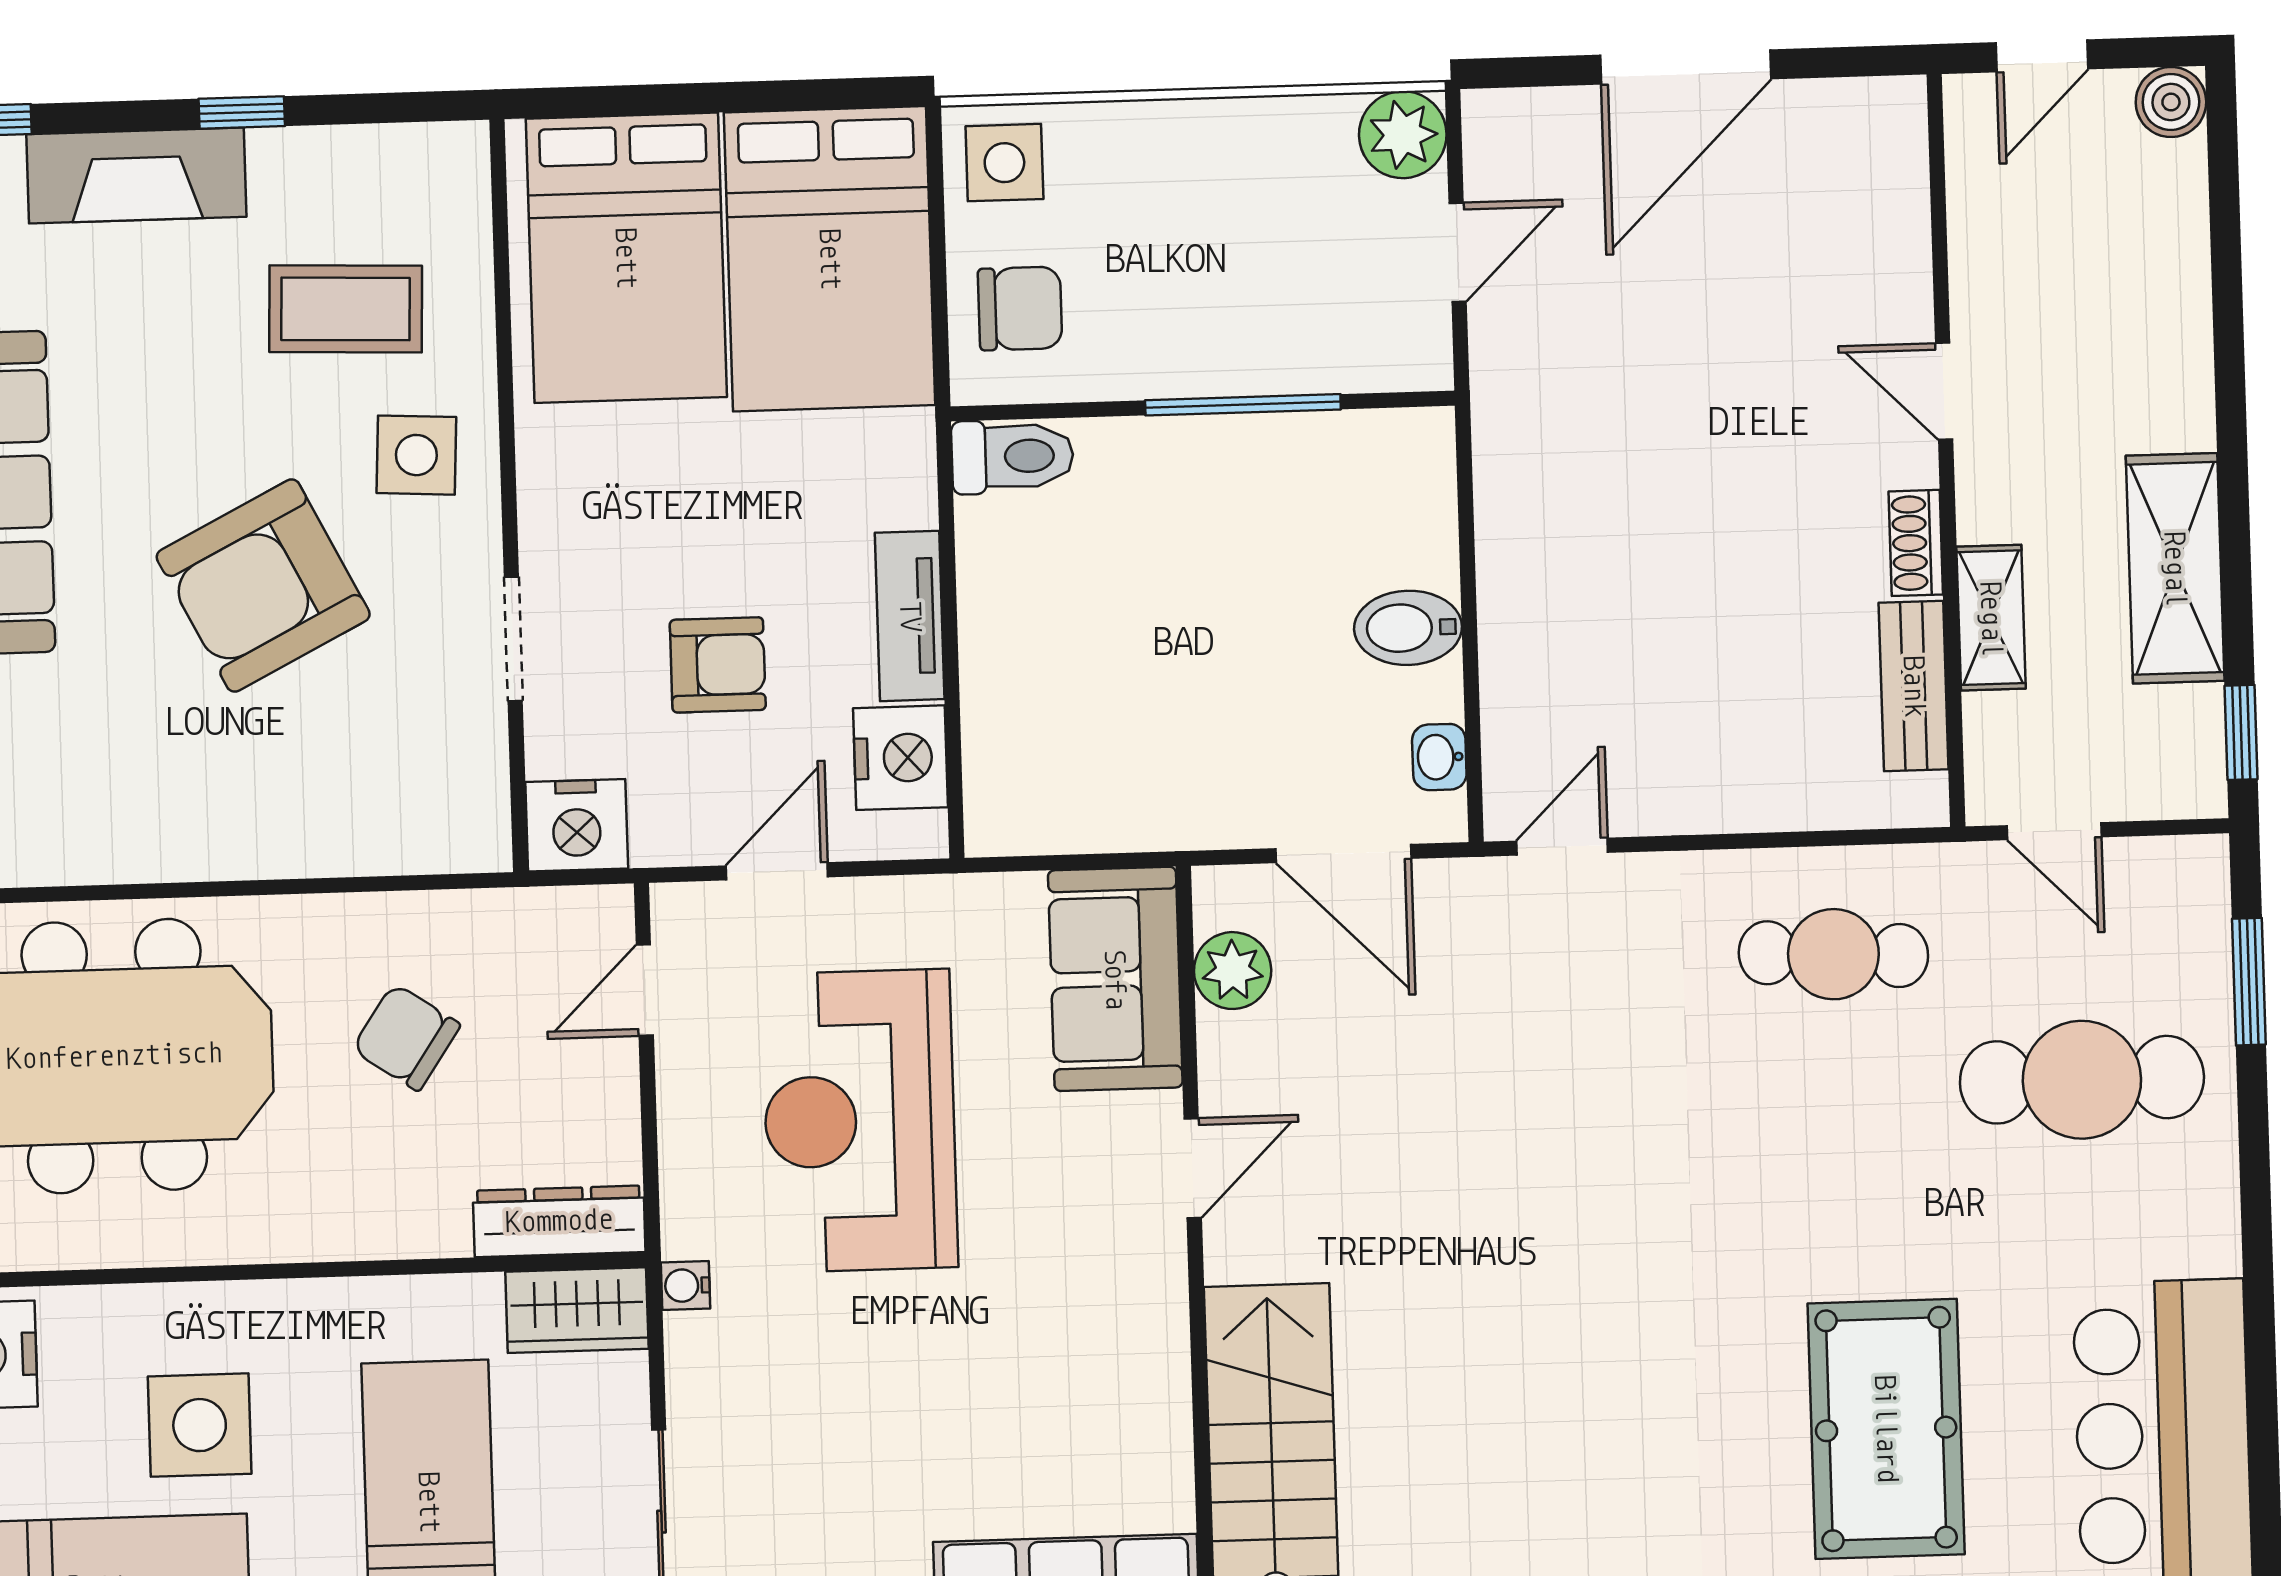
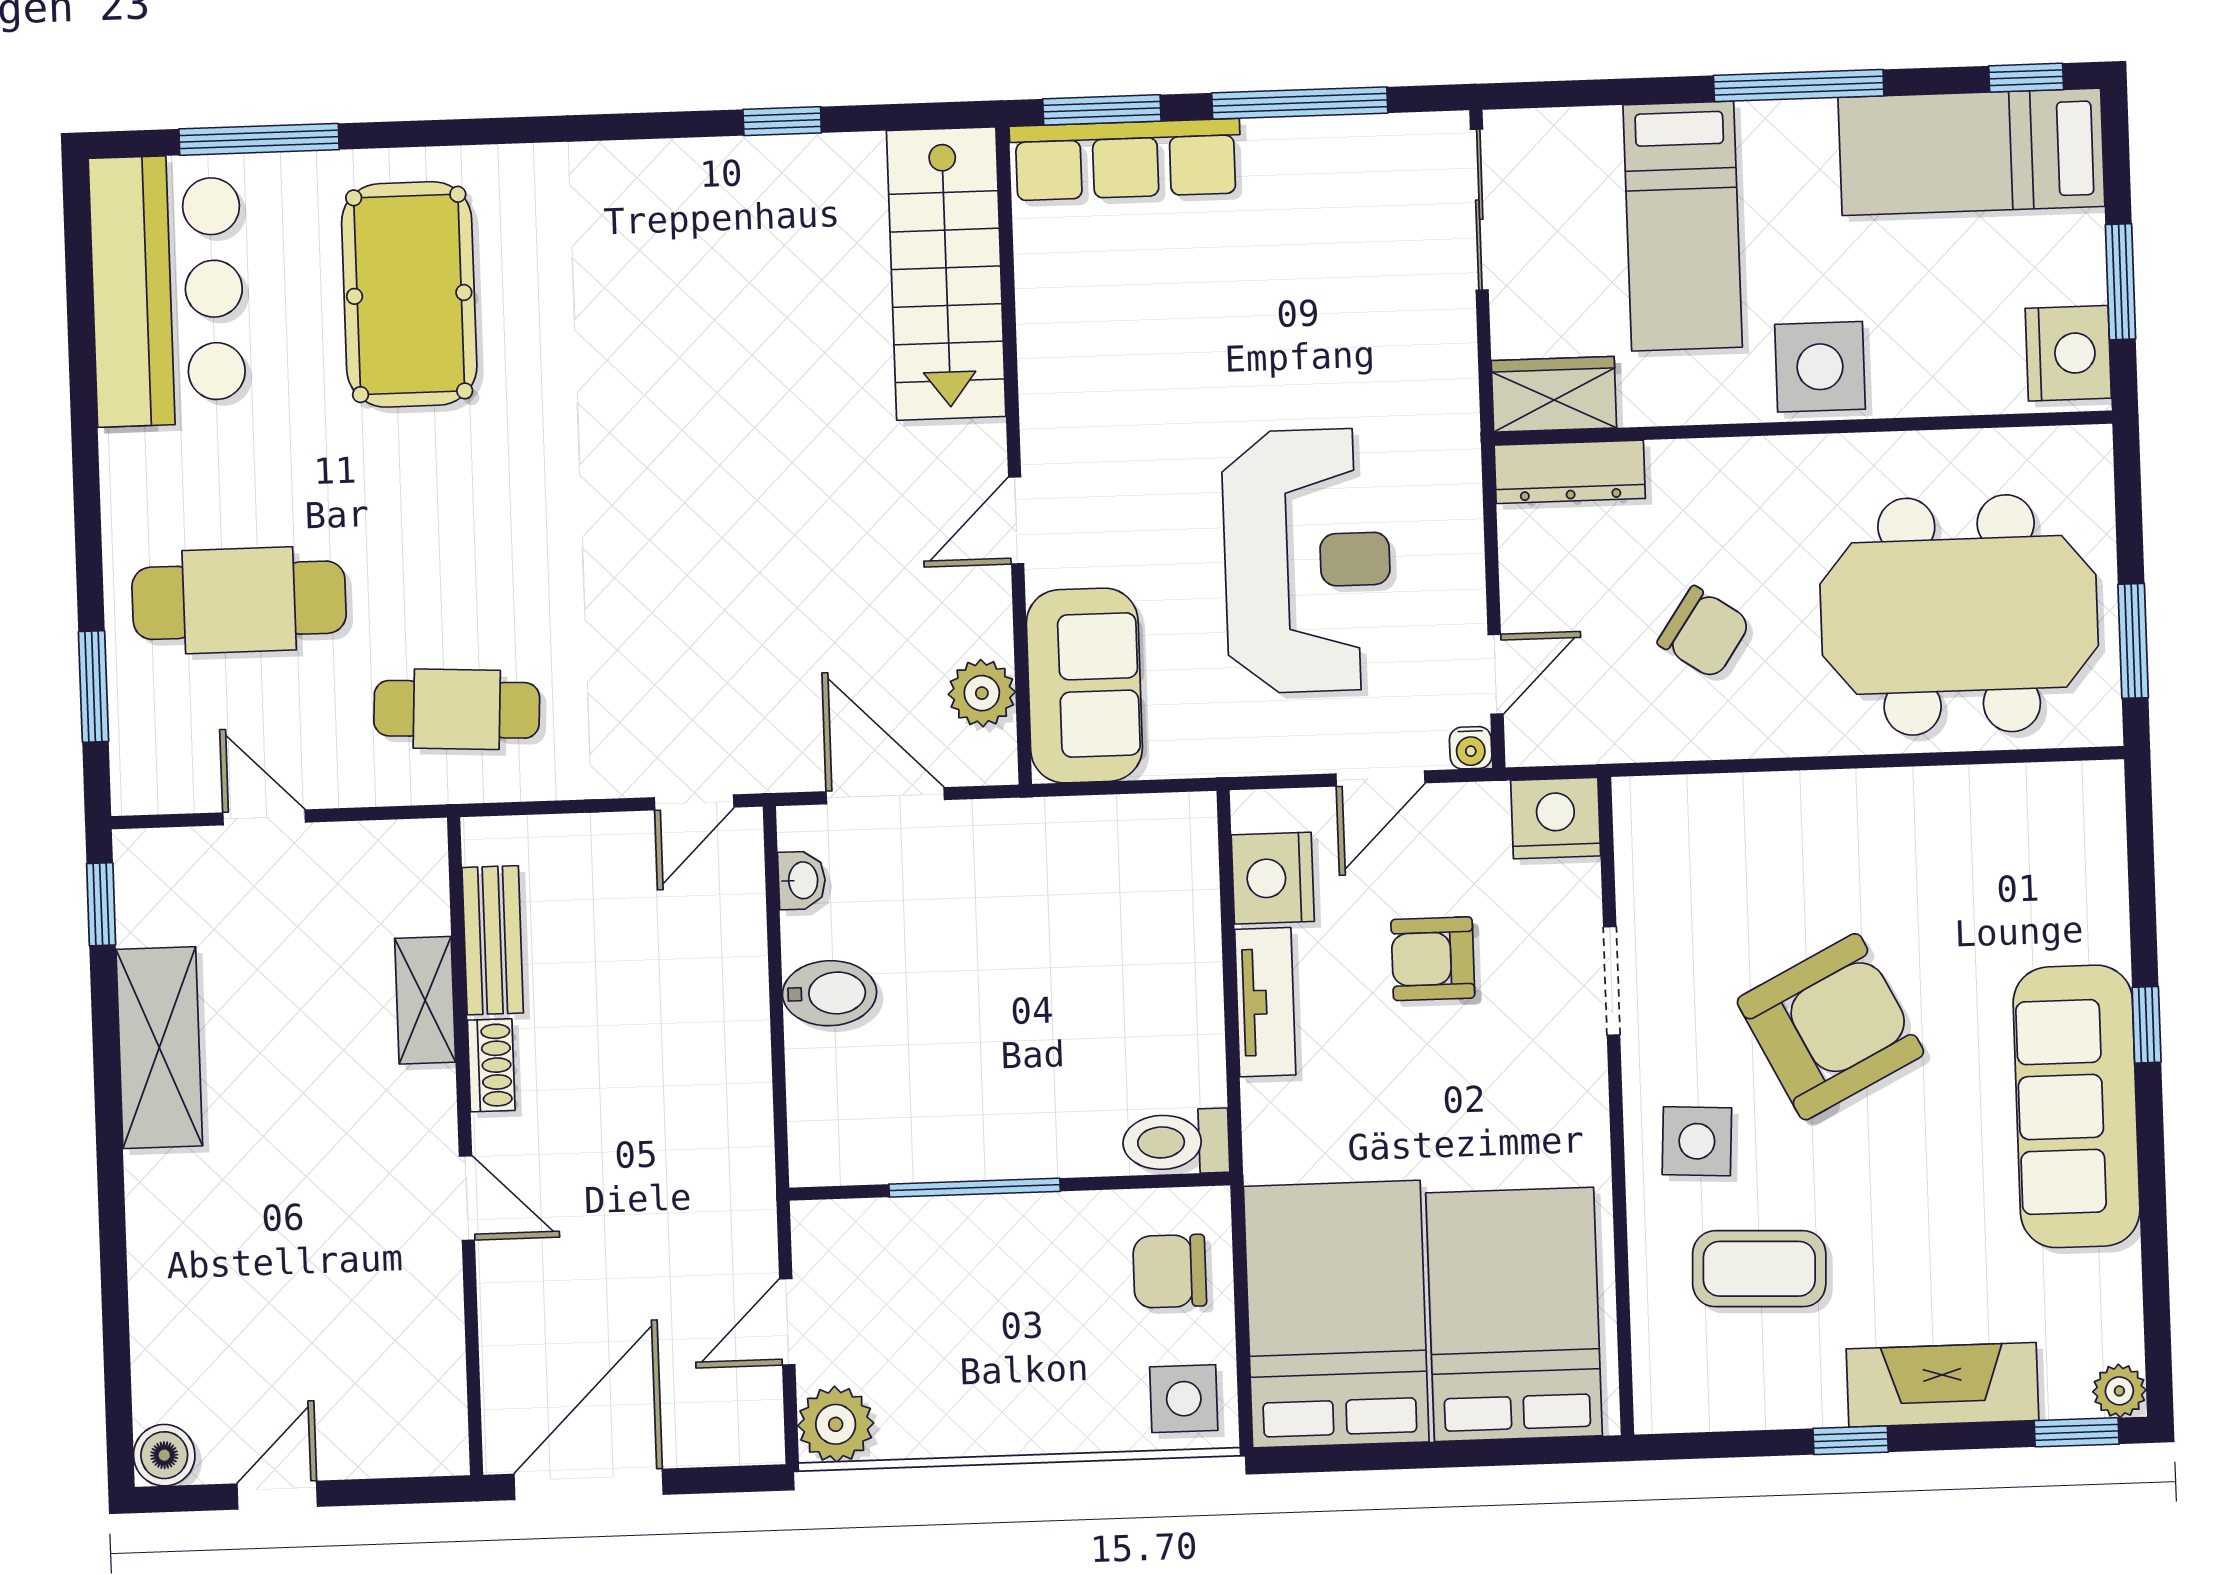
door: (1944, 391) -> (467, 1198), moved
wall: (1946, 450) -> (465, 1146), moved
shoe rack: (1916, 543) -> (491, 1065), moved
shelving: (1991, 618) -> (425, 1000), moved
bench: (1914, 686) -> (493, 940), moved
water cooler: (686, 1285) -> (1471, 748), moved, turned 90
side table: (200, 1425) -> (1820, 367), moved

